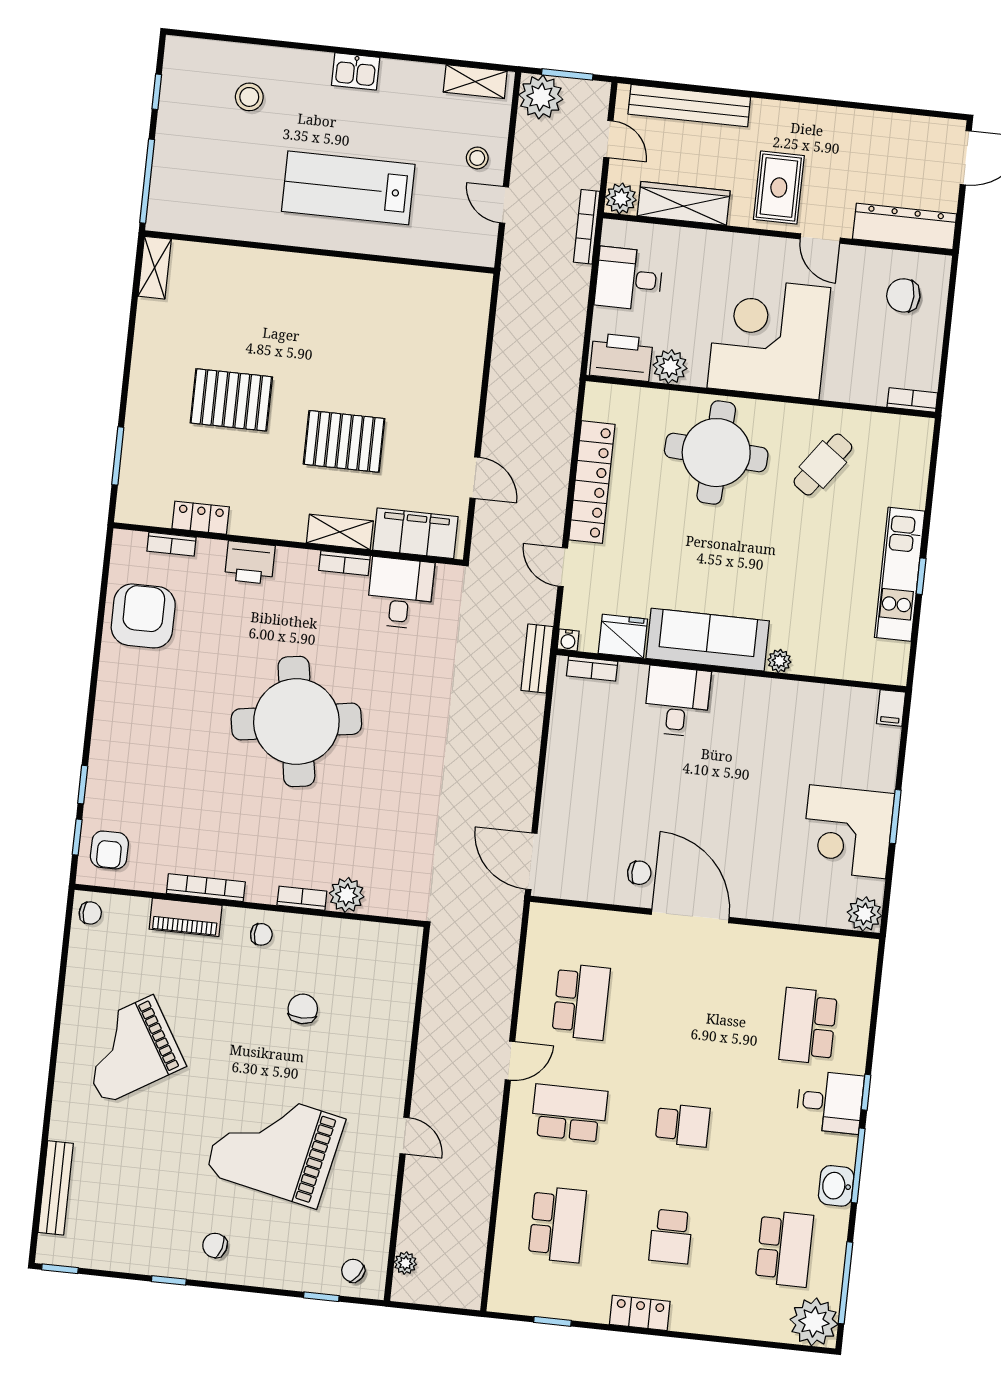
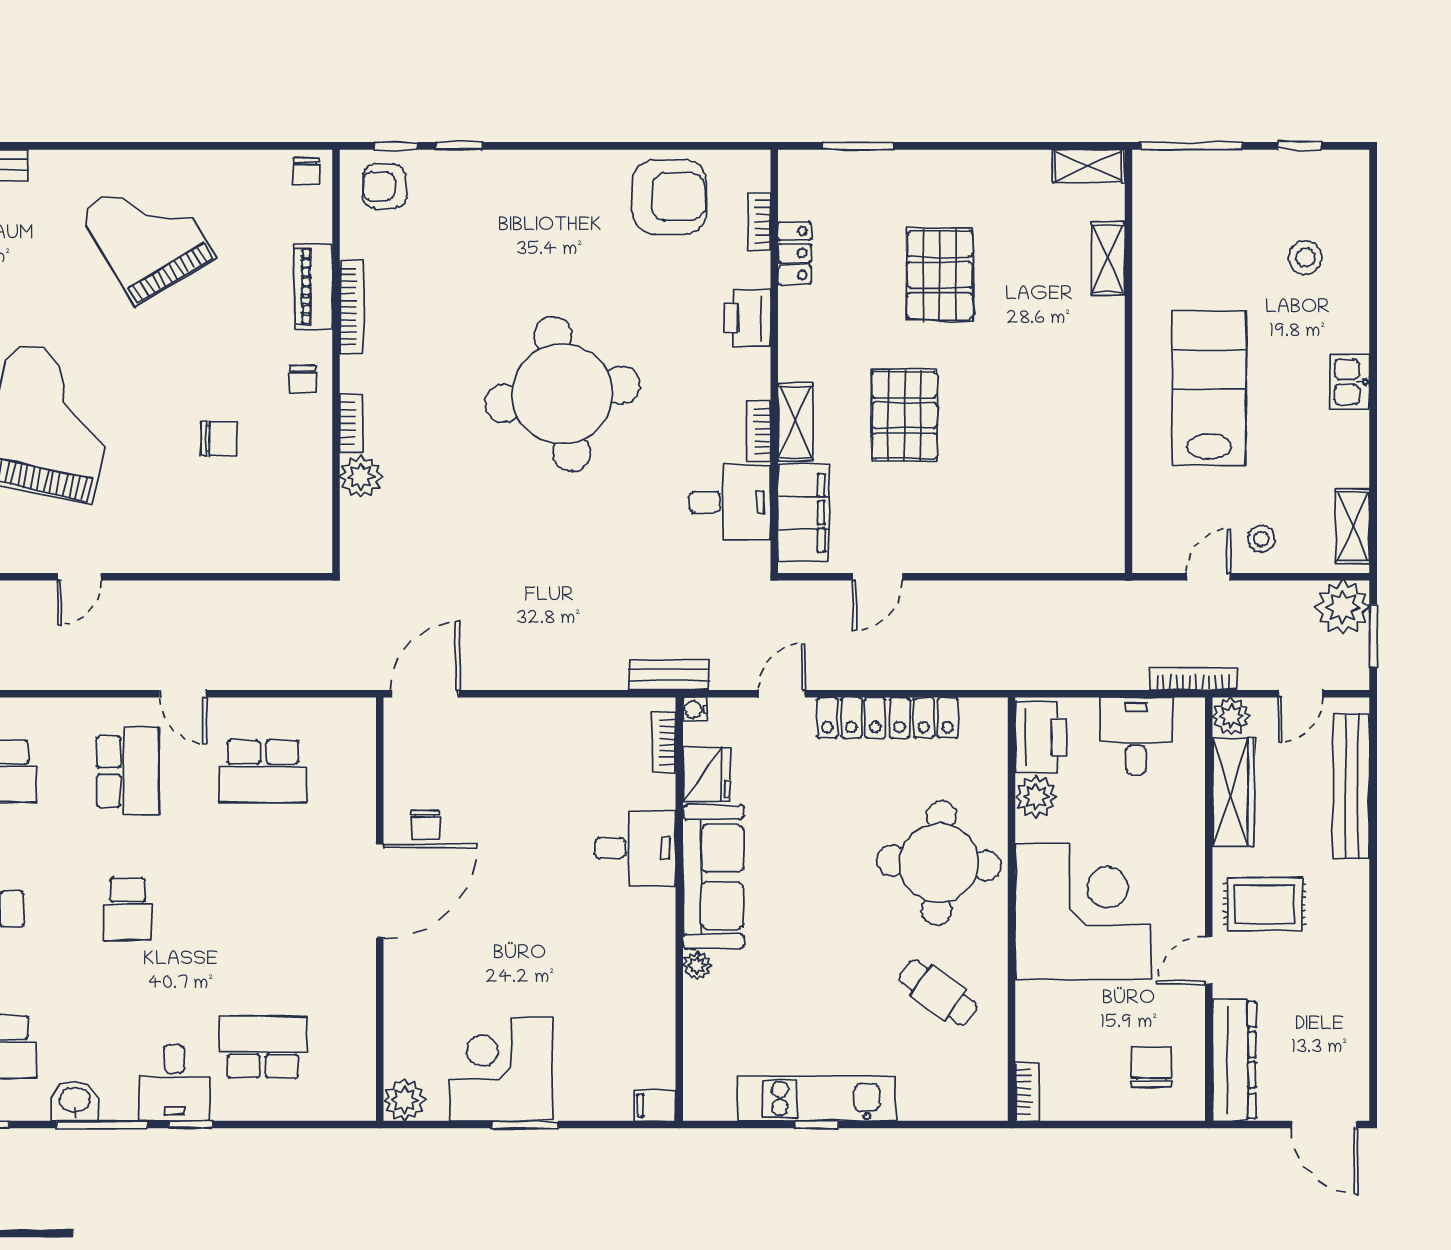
shelving: (233, 260) -> (1108, 258), added

